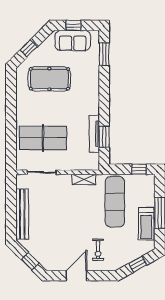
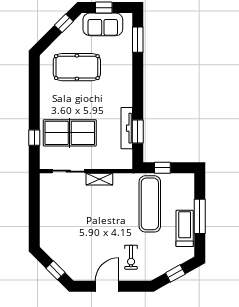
window: (29, 49) -> (64, 23), moved
window: (11, 142) -> (34, 138), added
window: (139, 169) -> (162, 168), moved
shelving: (84, 179) -> (99, 179), moved
bench: (22, 214) -> (47, 218), removed
treadmill: (146, 224) -> (185, 228), turned 180

